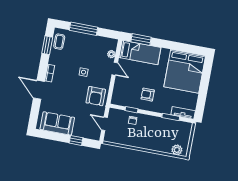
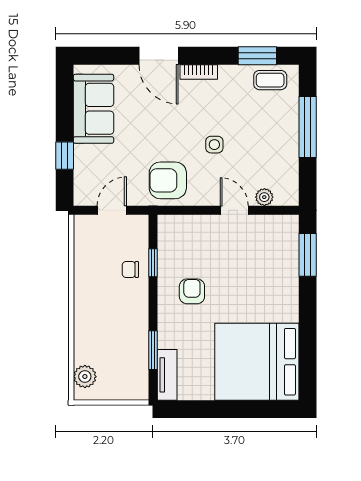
bed: (140, 52) -> (279, 258), removed
door: (115, 69) -> (234, 210), swing flipped
door: (39, 90) -> (159, 56), swing flipped

